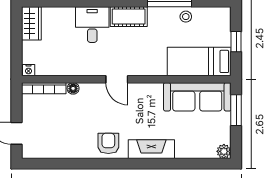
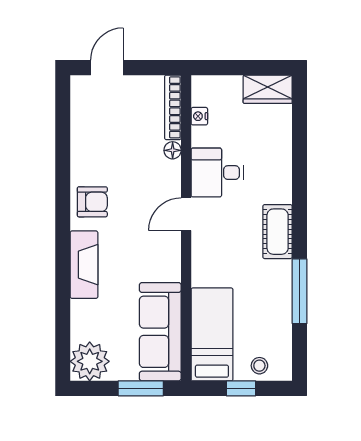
stool: (186, 17) -> (259, 366), moved
desk: (92, 25) -> (217, 173), moved, turned 180
nightstand: (29, 70) -> (199, 116), moved
plant: (224, 151) -> (90, 361), width x1.88, depth x1.88

